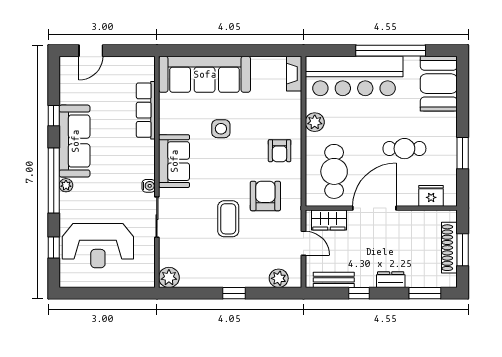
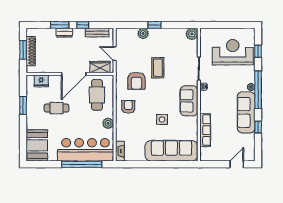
window: (391, 51) -> (82, 164), moved
plant: (279, 278) -> (143, 33), moved
window: (425, 293) -> (60, 25), moved

